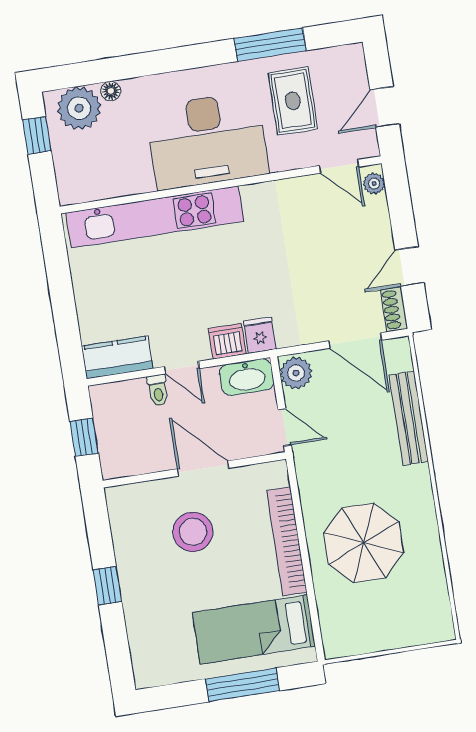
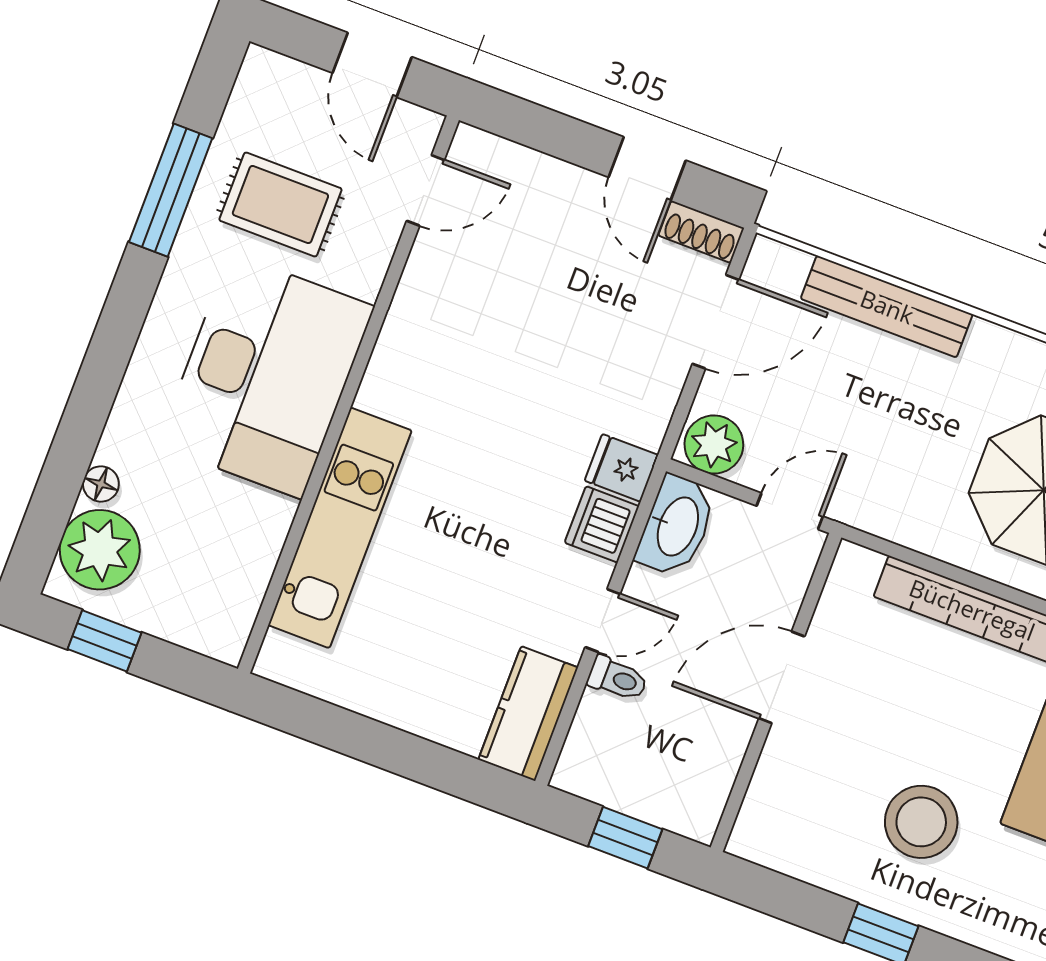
plant: (374, 184) -> (484, 150), removed
kitchen unit: (155, 217) -> (340, 528), width x0.73
stool: (193, 532) -> (921, 822), moved

